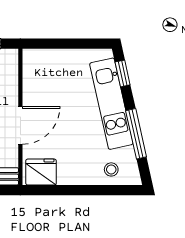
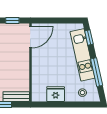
door: (20, 125) -> (30, 37), moved
fridge: (41, 172) -> (56, 94), moved

